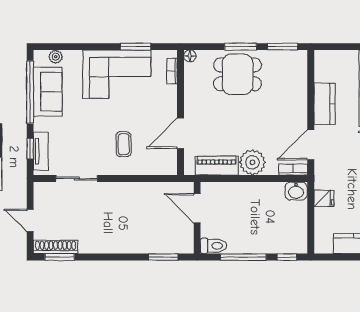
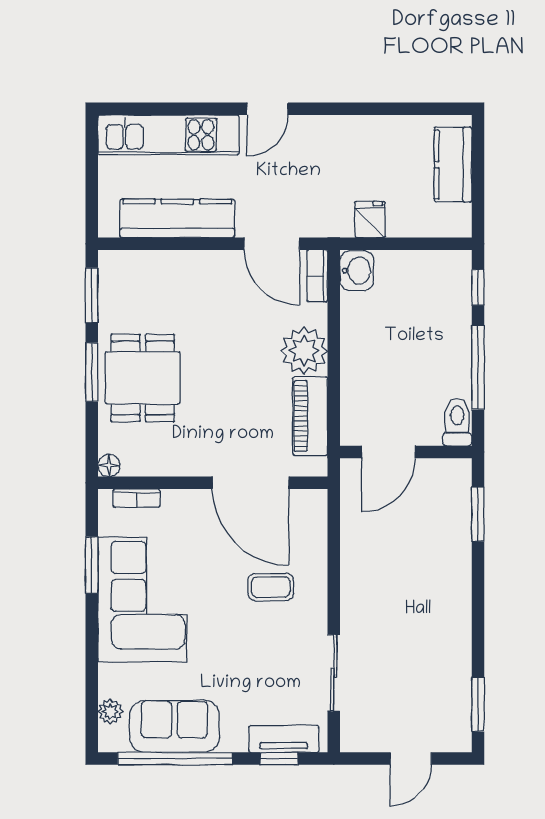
kitchen counter: (324, 104) -> (177, 218), width x1.50
door: (180, 133) -> (251, 483), width x1.36
shoe rack: (56, 247) -> (459, 712), removed

